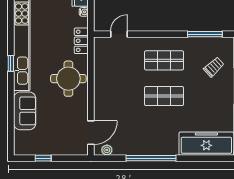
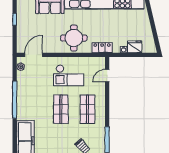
door: (119, 34) -> (107, 76), swing flipped
checkout: (119, 86) -> (69, 75), added
door: (91, 133) -> (34, 55), swing flipped

